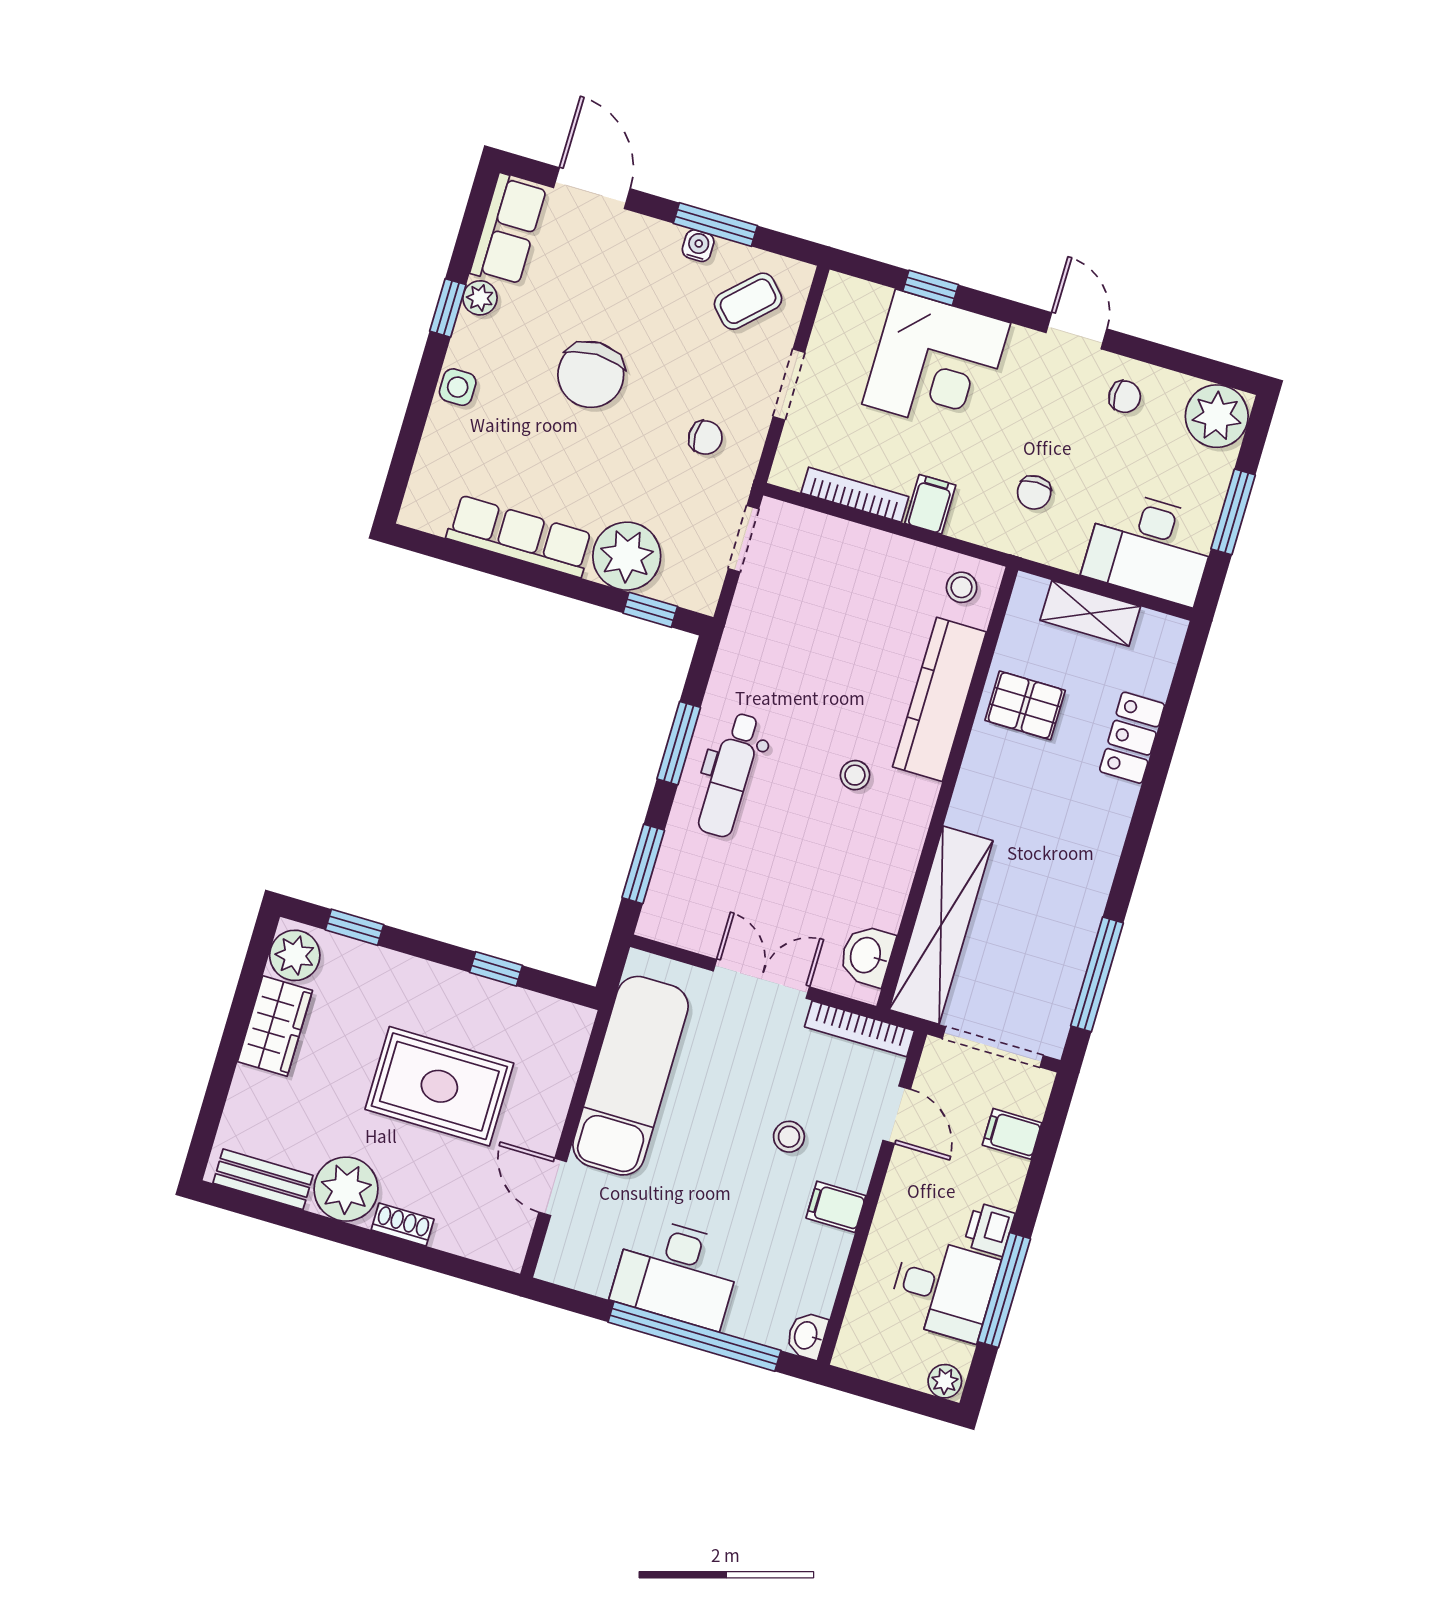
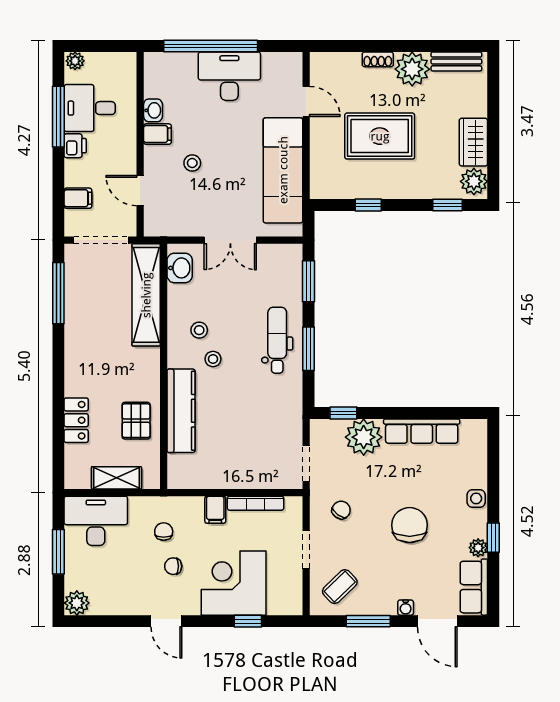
water cooler: (698, 246) -> (406, 608), moved
chair: (1125, 397) -> (173, 566), moved
plant: (1217, 416) -> (77, 603), width x0.73, depth x0.73
chair: (705, 438) -> (341, 510), turned 126
stool: (962, 587) -> (199, 330), moved
pallet: (1025, 705) -> (136, 421), turned 90
bookcase: (859, 1029) -> (172, 229), removed
washbasin: (807, 1336) -> (153, 110), moved

